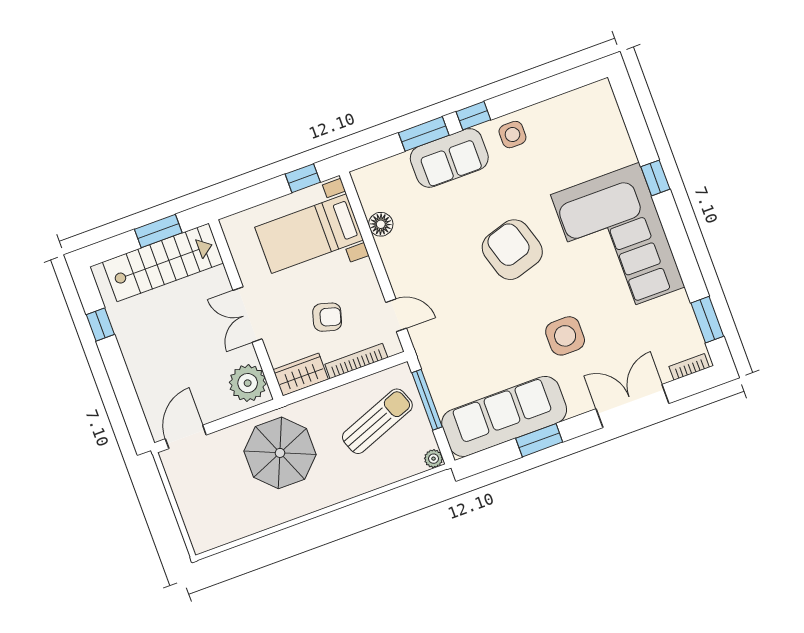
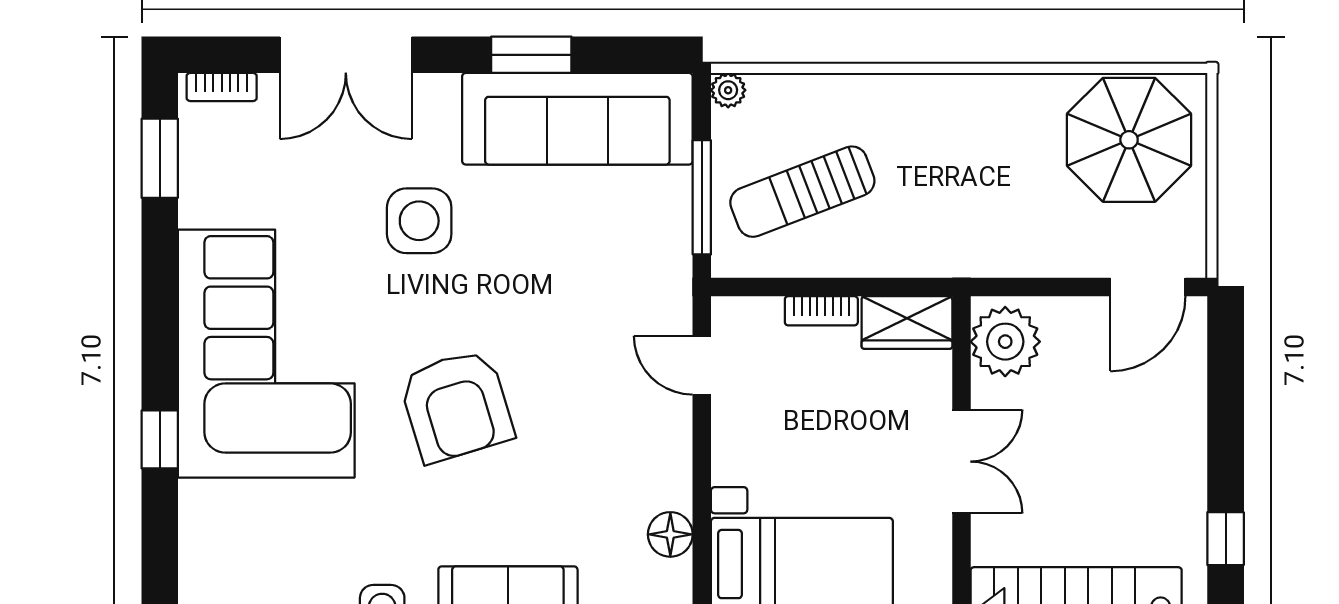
armchair: (327, 317) -> (824, 406), removed
bookcase: (356, 361) -> (821, 311), width x0.64
parasol: (280, 453) -> (1129, 140), moved

